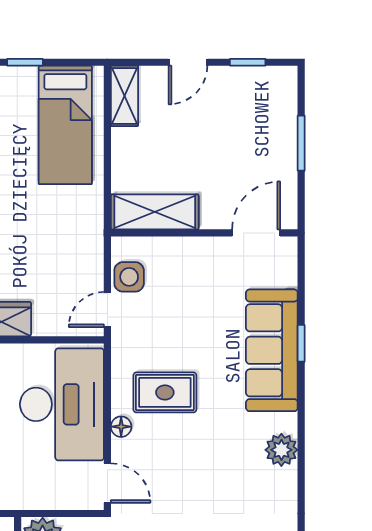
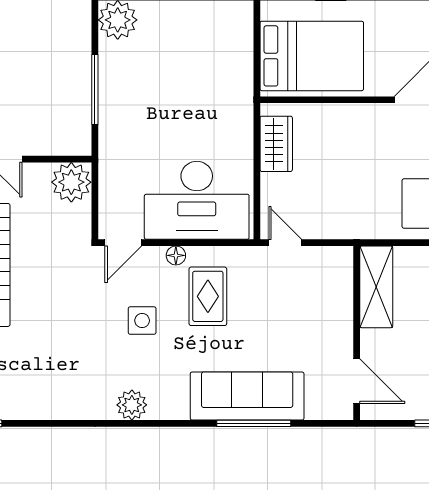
side table: (129, 277) -> (142, 321), moved
window: (301, 343) -> (254, 423), width x2.17
plant: (281, 450) -> (132, 405), moved

